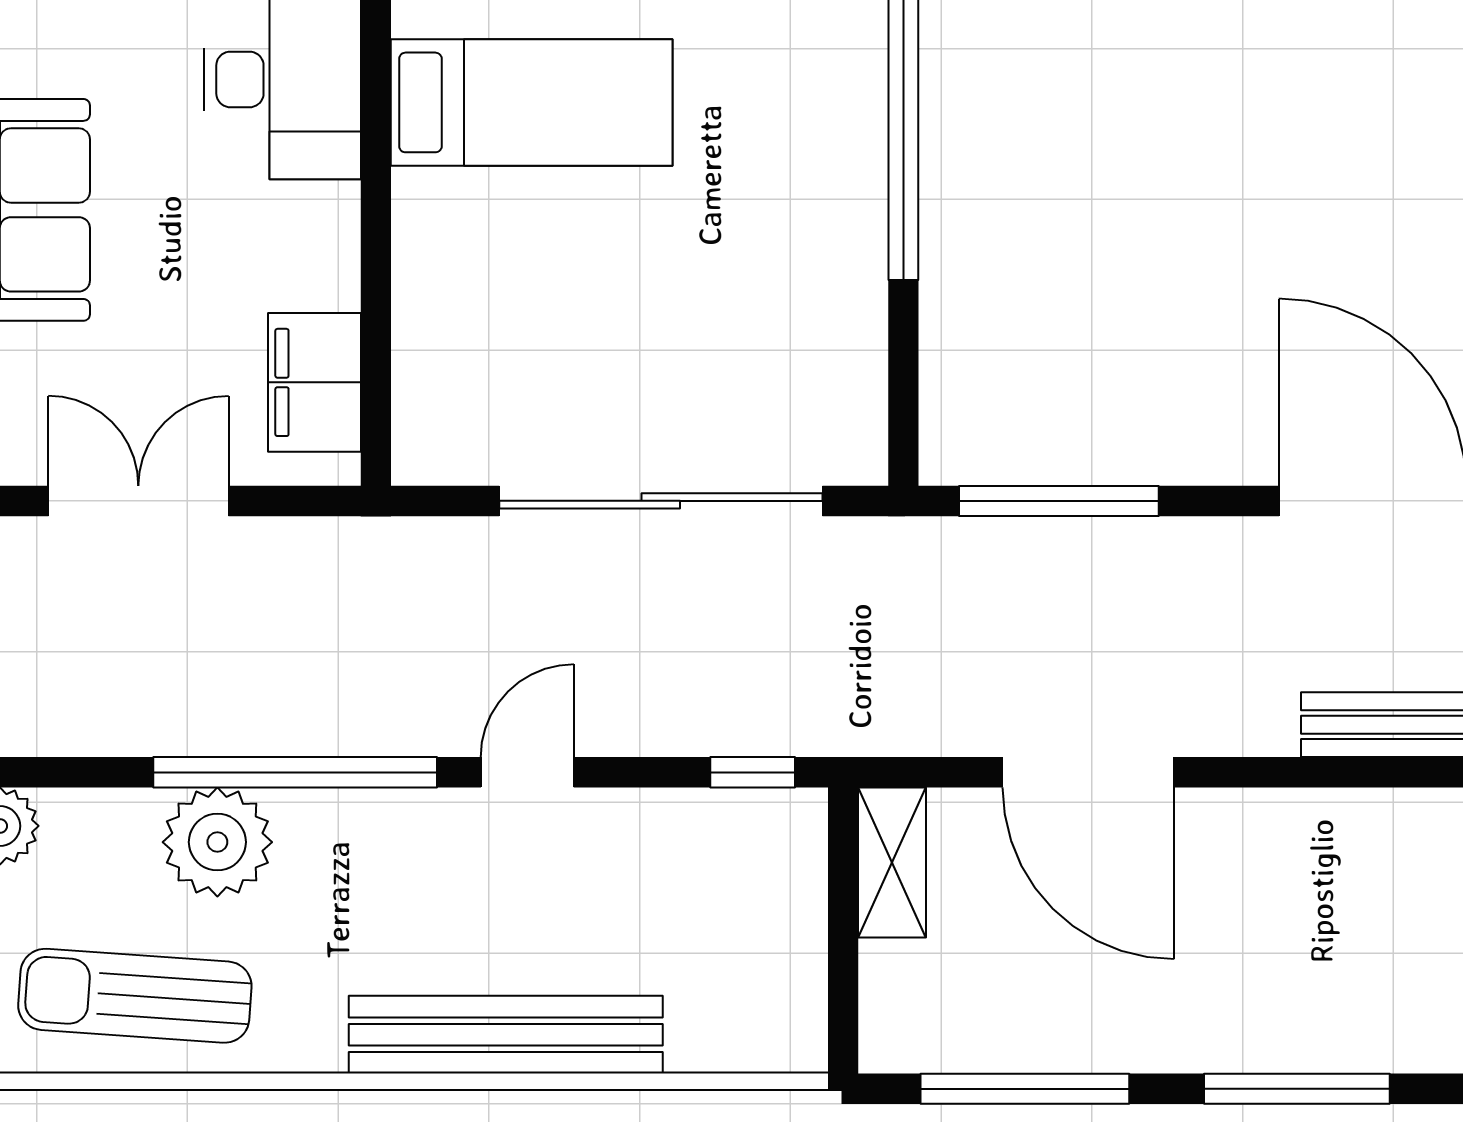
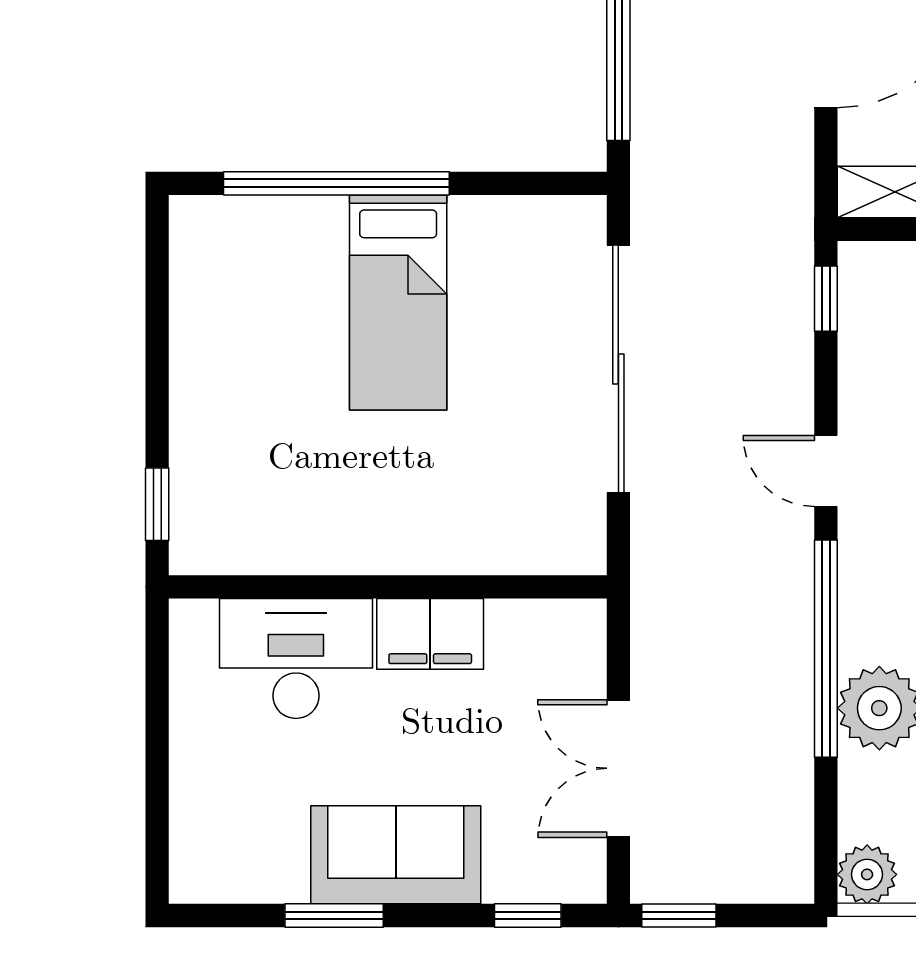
bed: (532, 102) -> (398, 303), moved, turned 180
filing cabinet: (314, 382) -> (430, 634), moved

